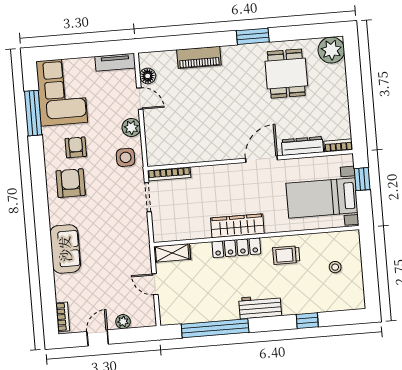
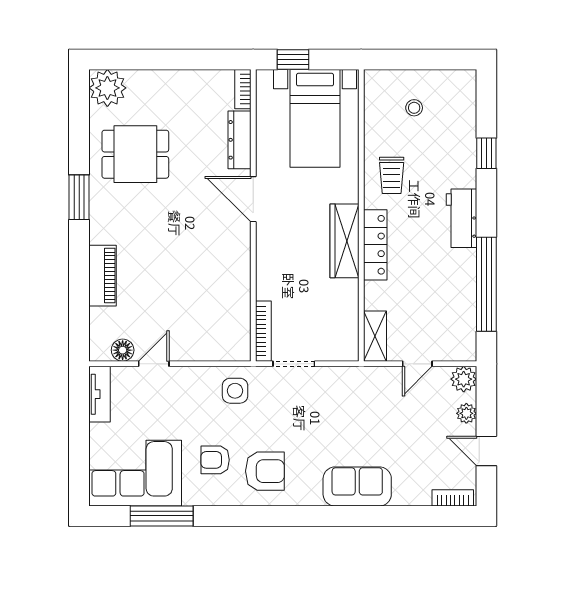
plant: (131, 128) -> (464, 379), moved
armchair: (71, 183) -> (265, 471), turned 180

